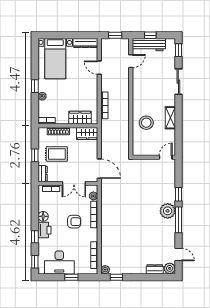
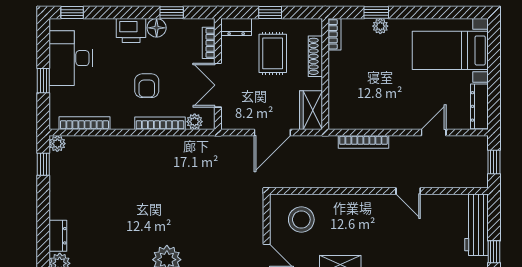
window: (150, 35) -> (494, 252), moved
door: (131, 61) -> (408, 191), moved
window: (35, 86) -> (376, 13), moved
wardrobe: (80, 118) -> (340, 97), removed
stool: (146, 123) -> (301, 220), moved
door: (99, 169) -> (272, 133), moved
window: (35, 237) -> (172, 13), moved

